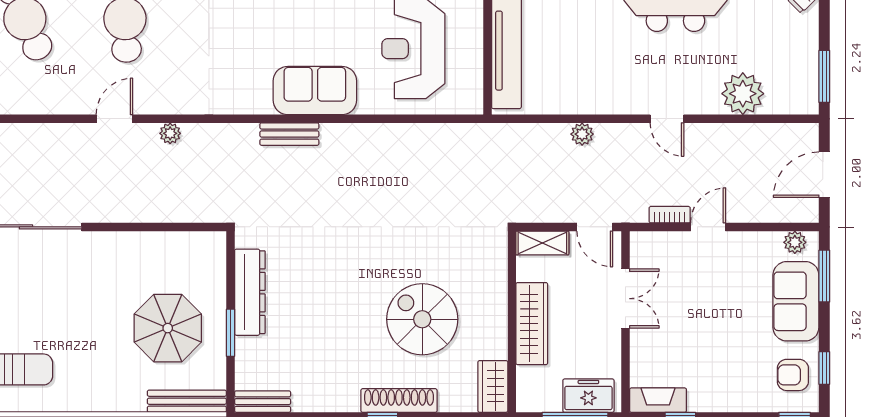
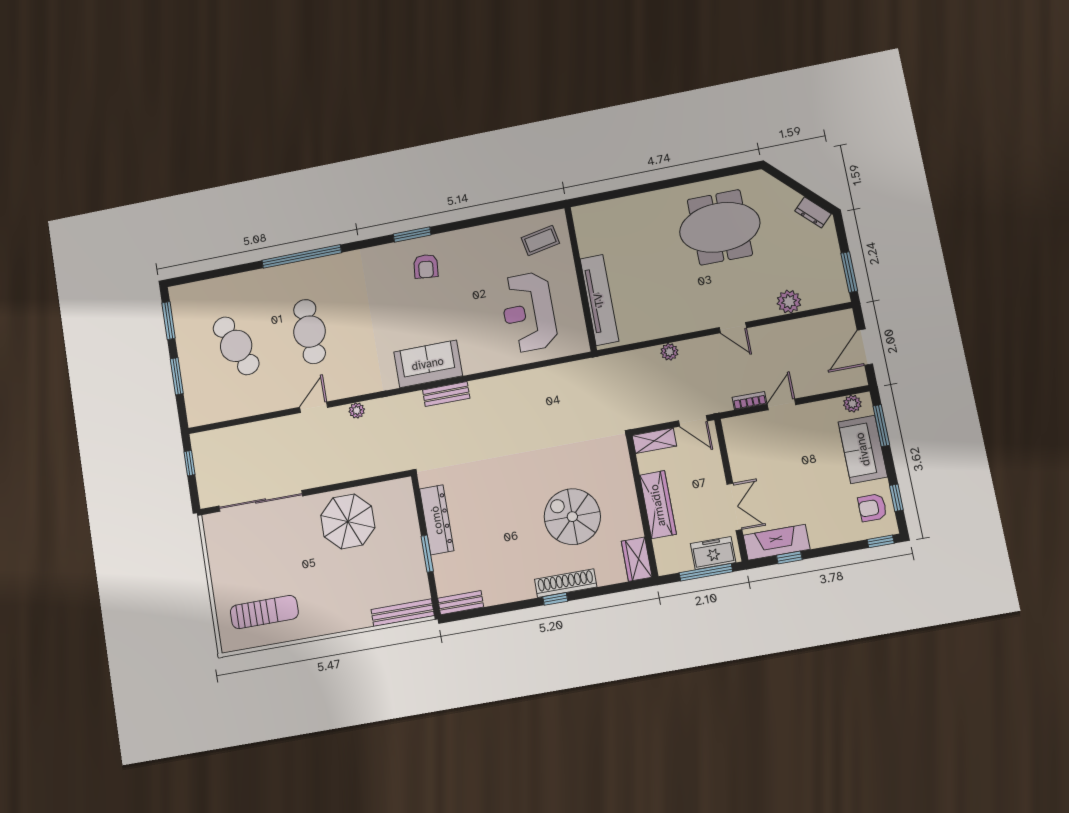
sofa: (315, 91) -> (428, 364), moved
plant: (743, 94) -> (789, 302), width x0.73, depth x0.73
double door: (625, 299) -> (734, 507), moved
parasol: (168, 328) -> (348, 521), moved
fireplace: (658, 400) -> (777, 542), width x1.37, depth x1.32

